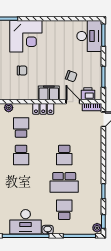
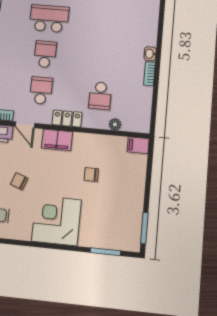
corner desk: (26, 36) -> (56, 220), moved
chair: (71, 76) -> (19, 181), moved
school desk: (21, 155) -> (41, 91), moved

